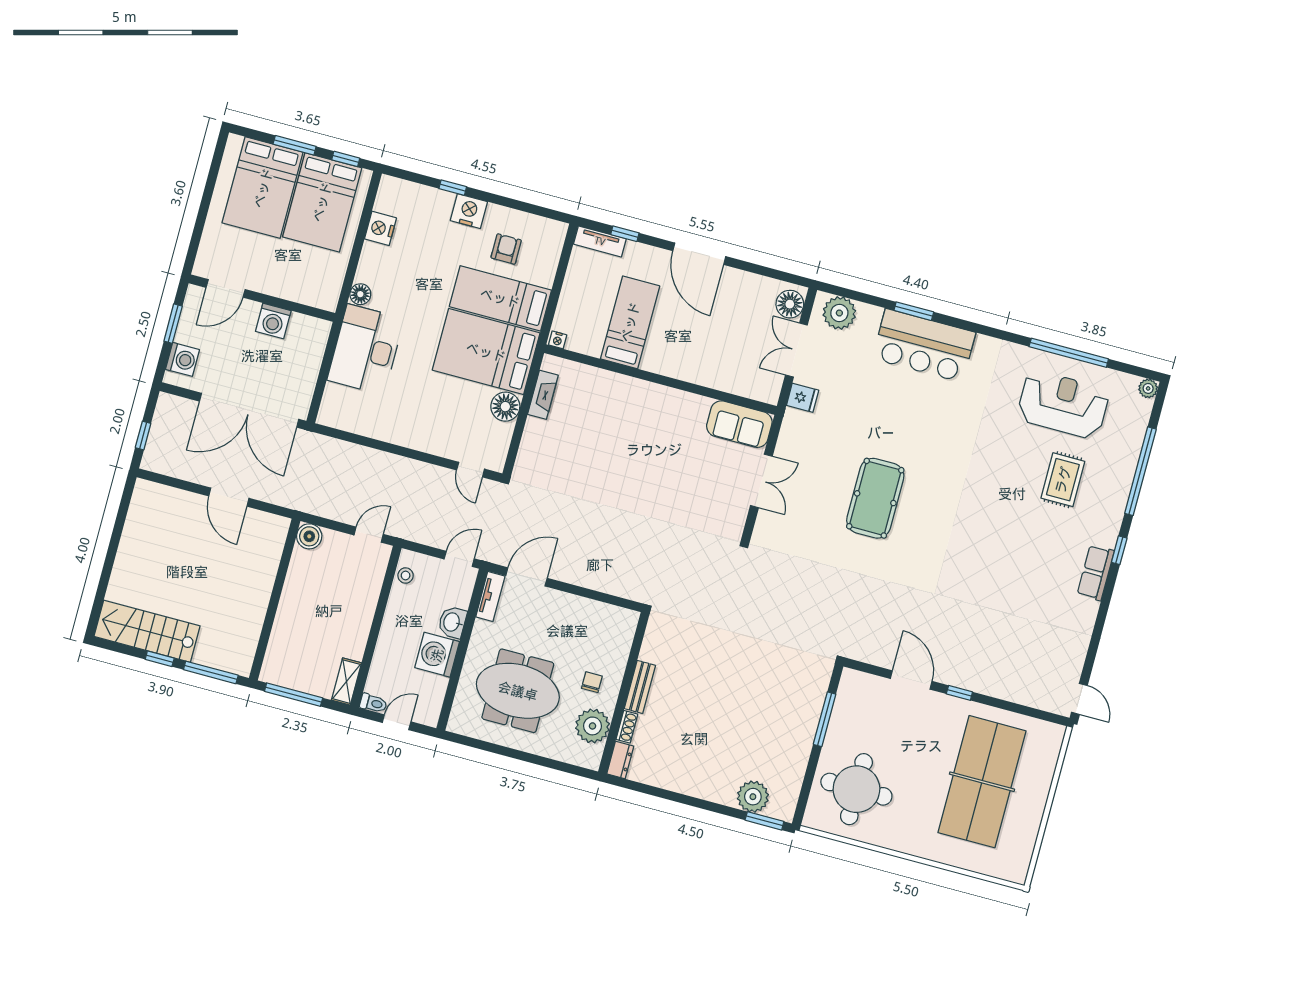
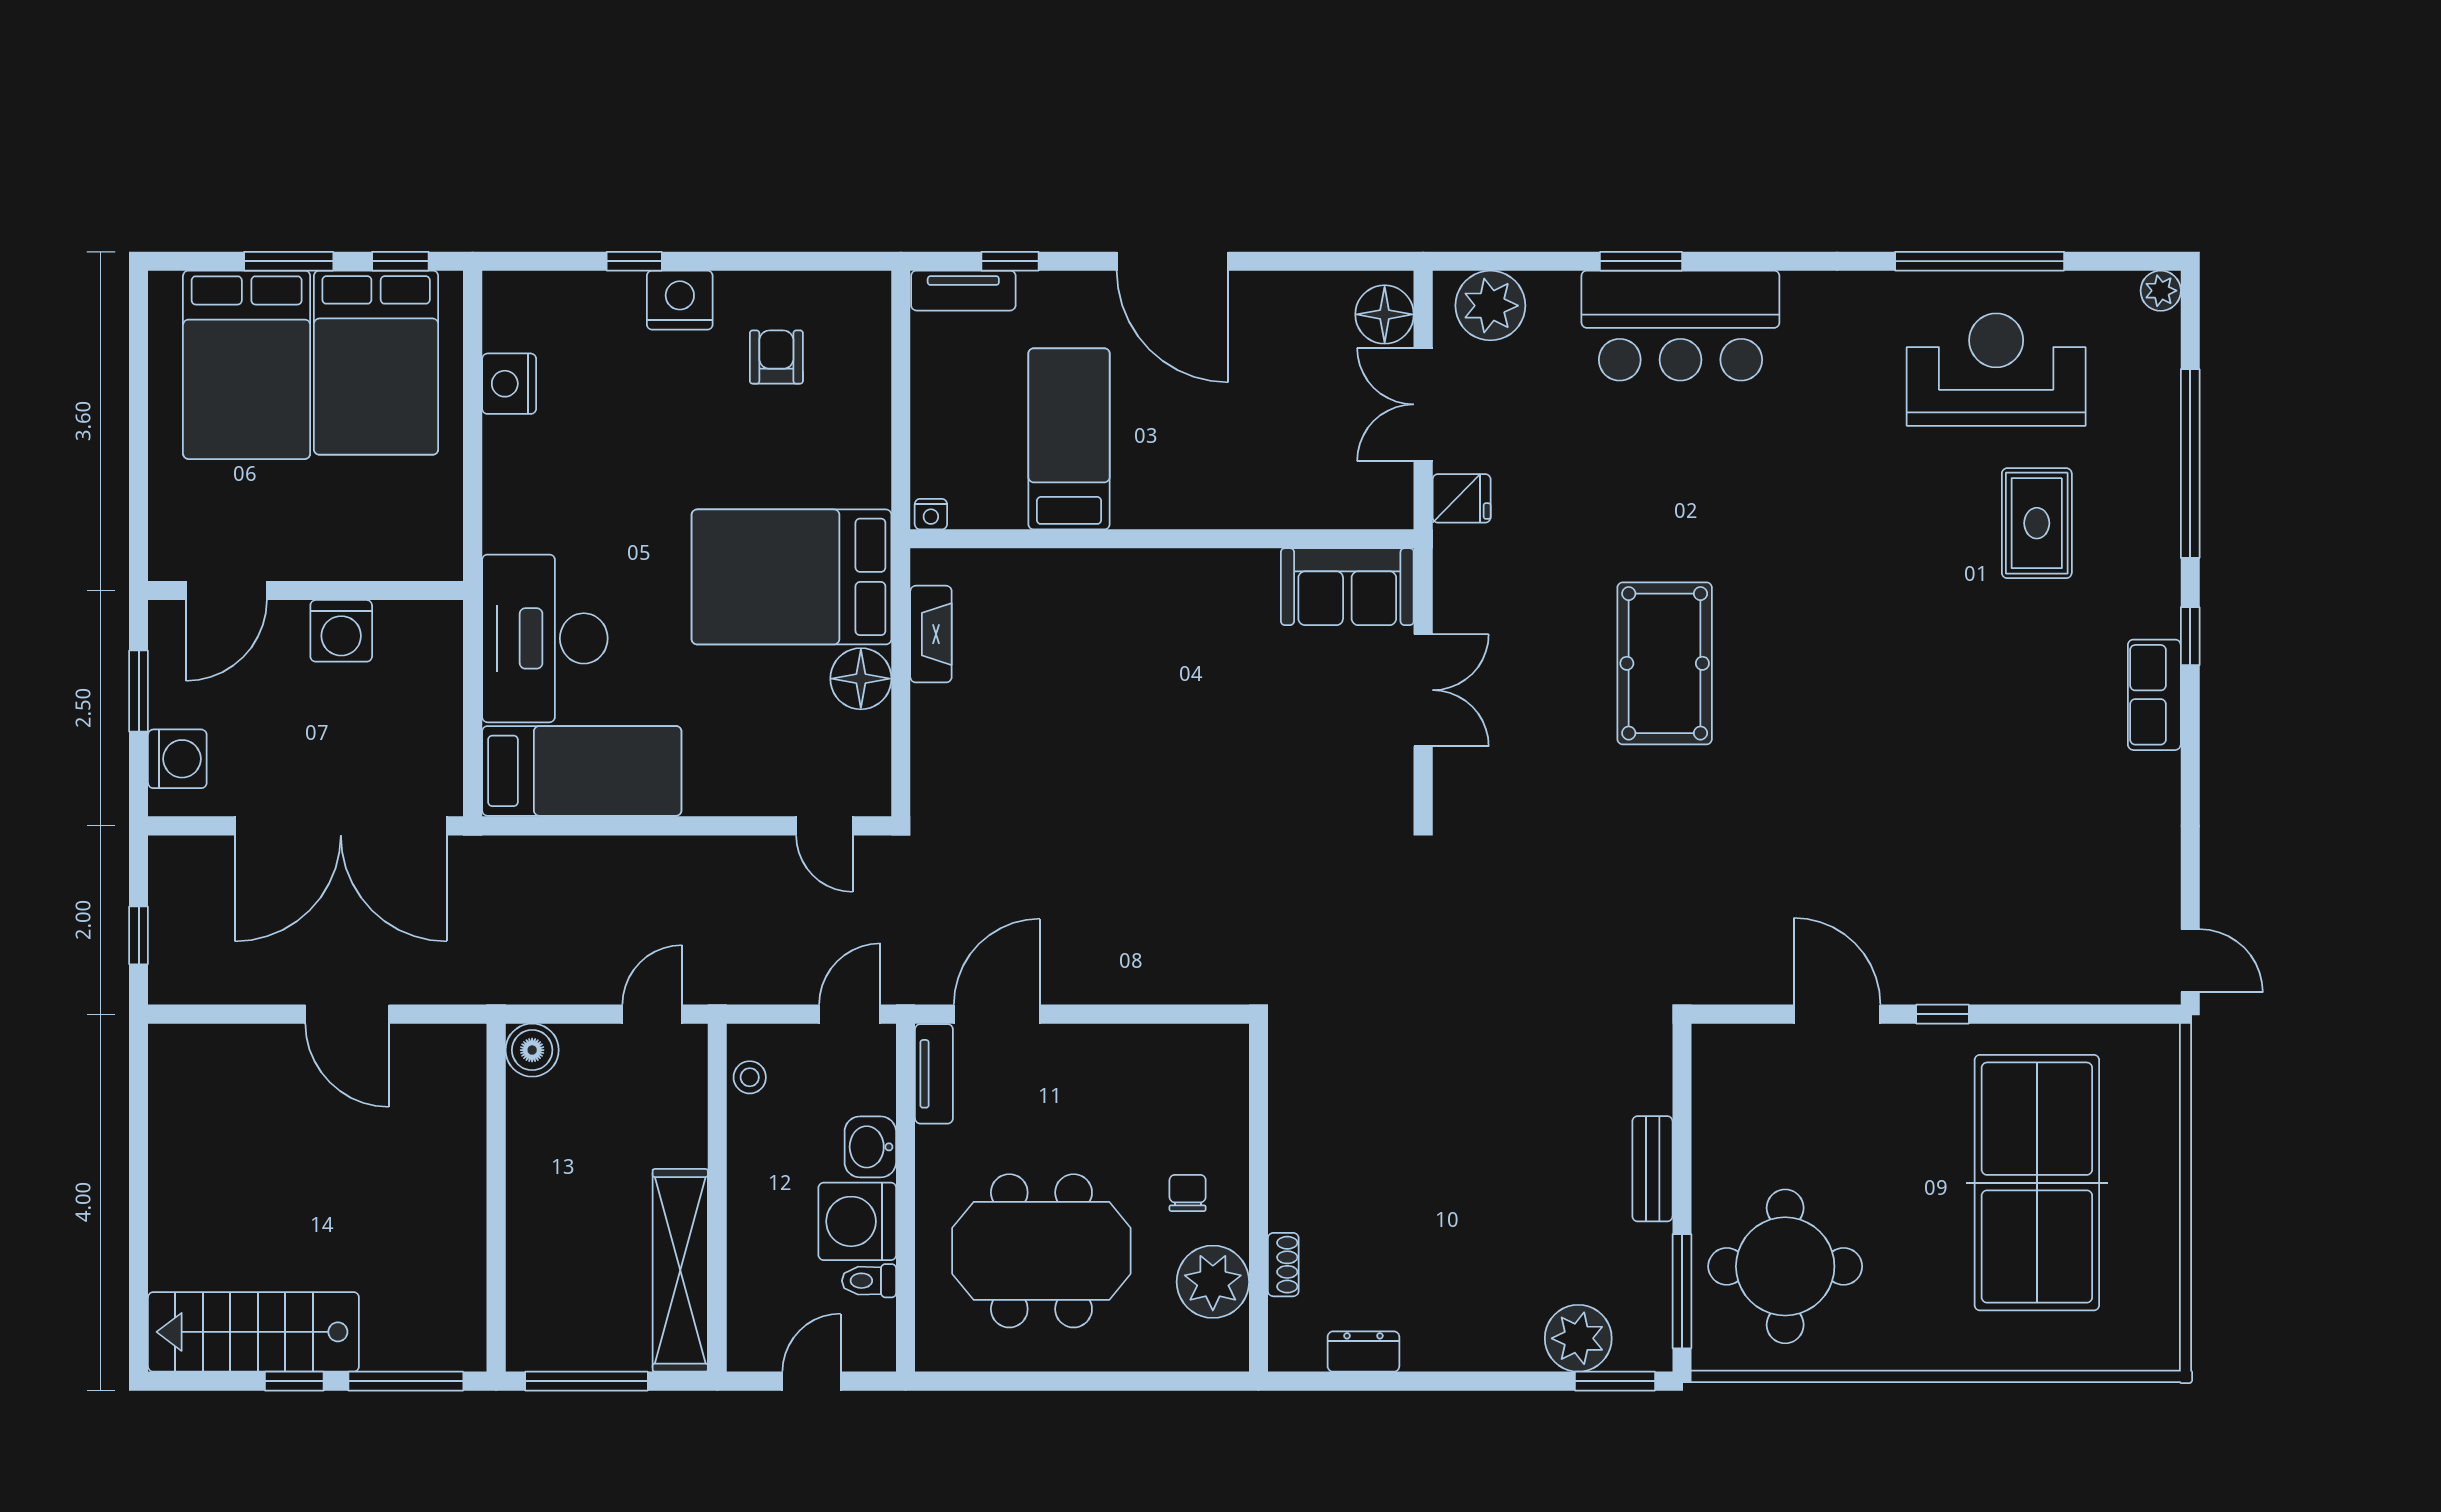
floor lamp: (360, 294) -> (504, 529), removed
bed: (500, 298) -> (582, 771), moved, turned 180
shelving: (346, 682) -> (680, 1270), width x2.20, depth x1.33
bench: (640, 687) -> (1652, 1169), moved
toilet: (373, 703) -> (869, 1281), moved, turned 180
window: (825, 719) -> (1682, 1291), moved
dresser: (620, 760) -> (1363, 1352), moved, turned -90

